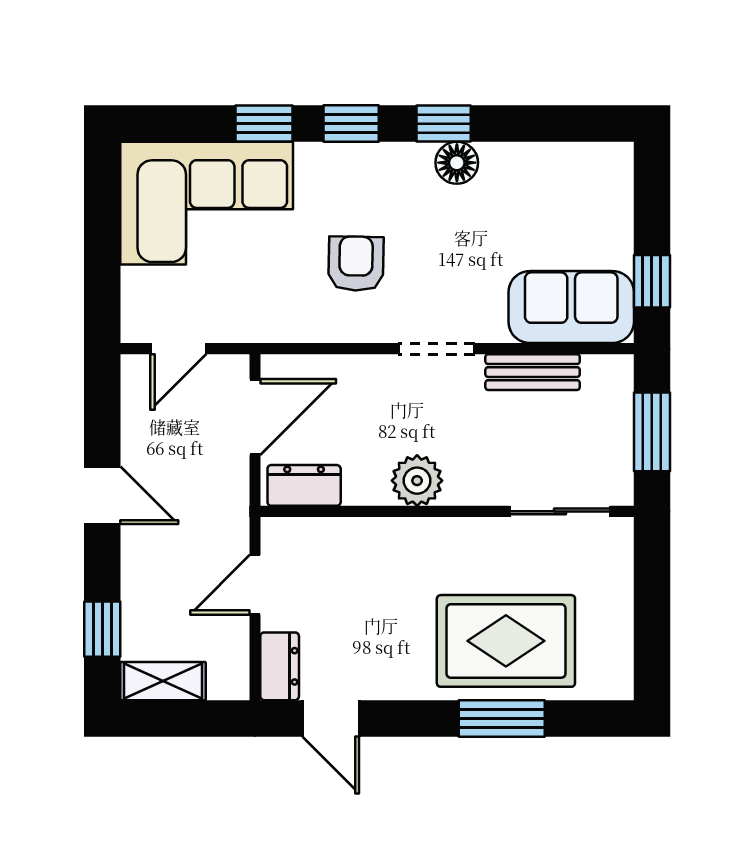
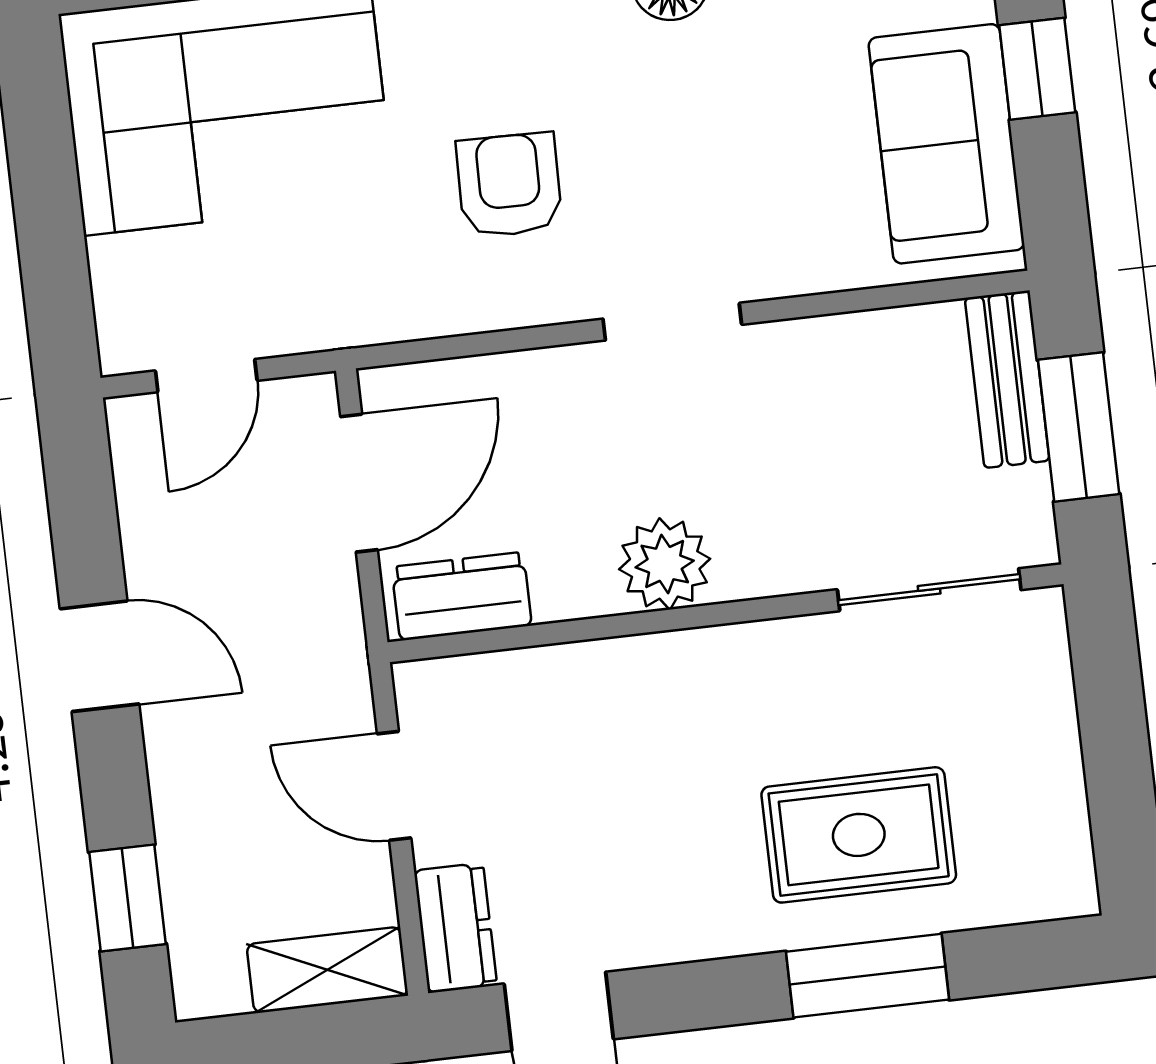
window: (652, 281) -> (1037, 69), moved
sofa: (571, 307) -> (946, 144), moved, turned -90
bench: (533, 372) -> (1007, 379), moved, turned 90
door: (255, 585) -> (394, 786), hinge flipped
rug: (506, 641) -> (859, 835), width x0.73, depth x0.70
shelving: (163, 681) -> (327, 970), moved

